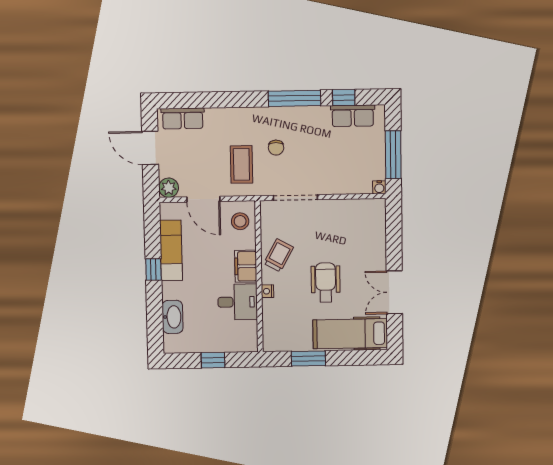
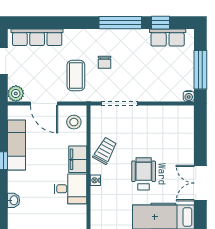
row of seats: (183, 118) -> (37, 37), width x1.48
washbasin: (172, 317) -> (14, 200), width x0.52, depth x0.69

